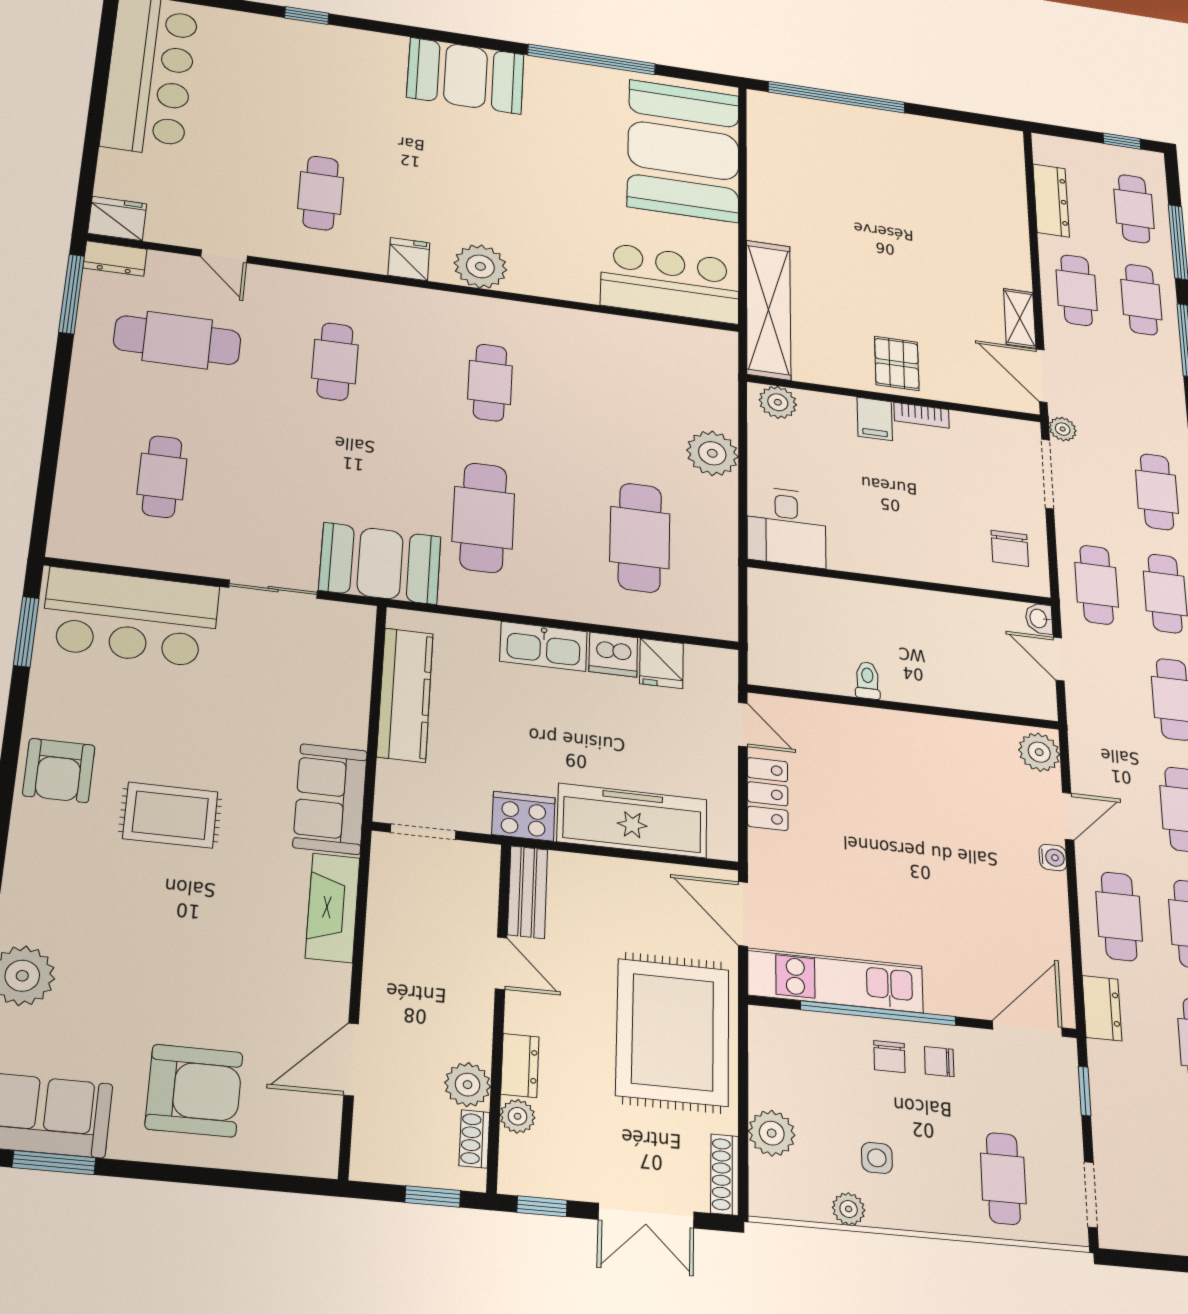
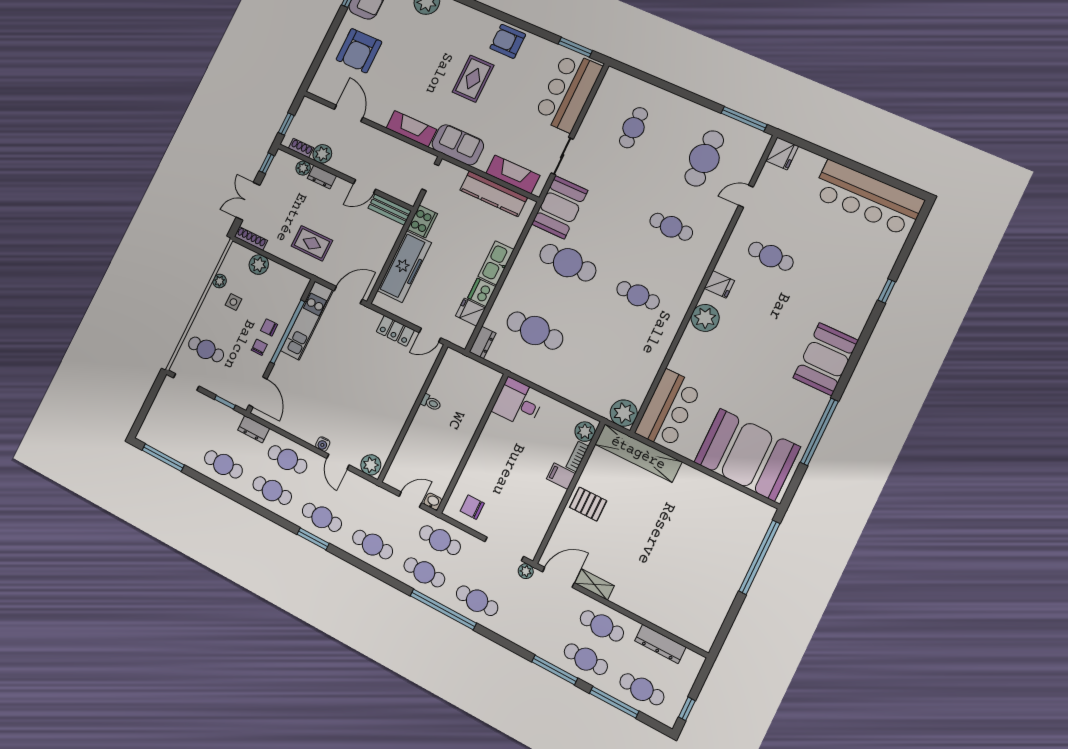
dresser: (115, 259) -> (483, 343), moved, turned 180
bookcase: (921, 415) -> (577, 457), moved
plant: (712, 453) -> (624, 413), moved
cafe table: (162, 477) -> (633, 128), turned 90
fireplace: (349, 670) -> (513, 174), added
rug: (673, 1032) -> (312, 243), width x0.54, depth x0.49

